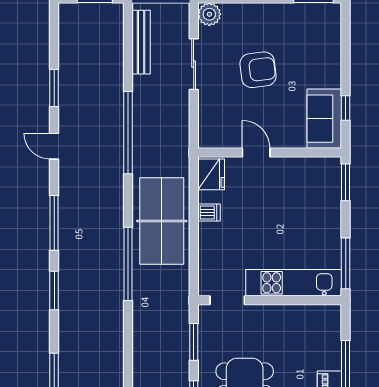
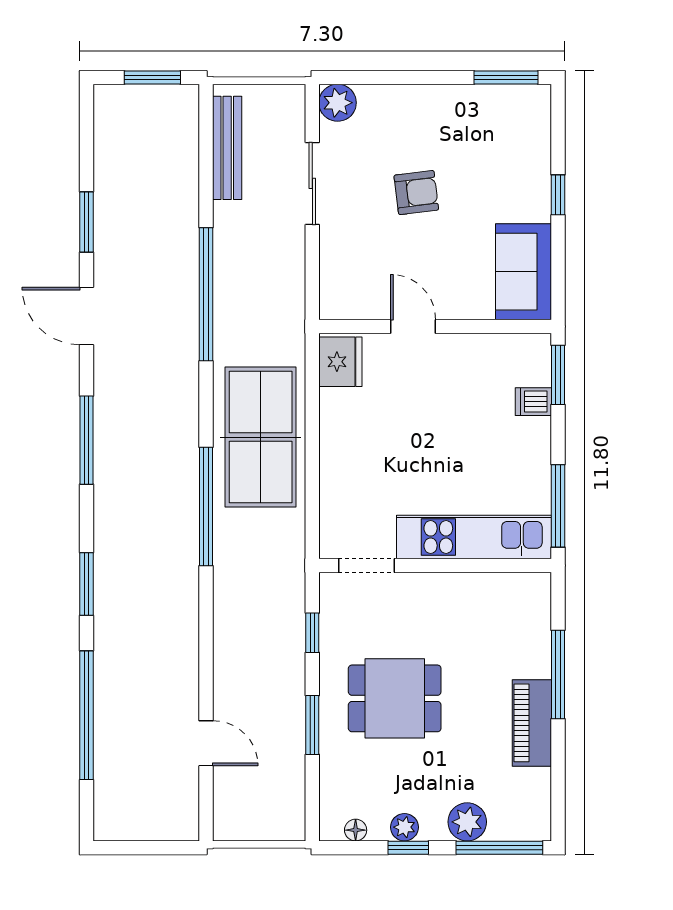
armchair: (258, 70) -> (416, 193), width x0.72, depth x0.72
window: (346, 108) -> (558, 195), moved
door: (54, 146) -> (87, 316), width x1.38
dishwasher: (209, 212) -> (533, 402), moved, turned 180
window: (54, 291) -> (87, 584), moved
window: (194, 342) -> (312, 633), width x0.67

